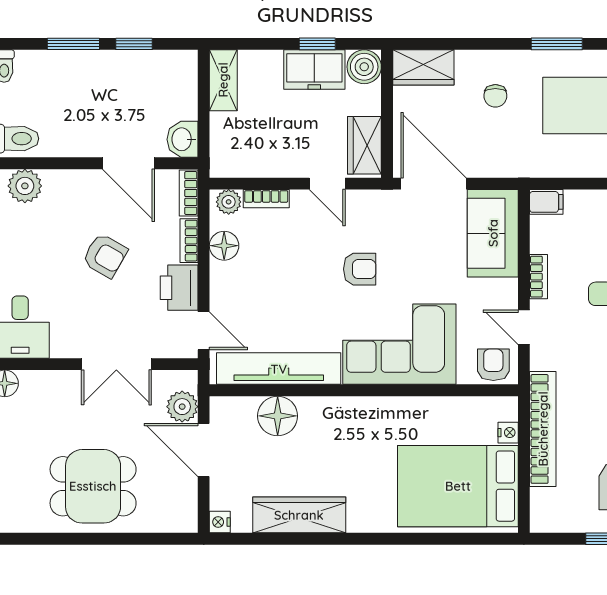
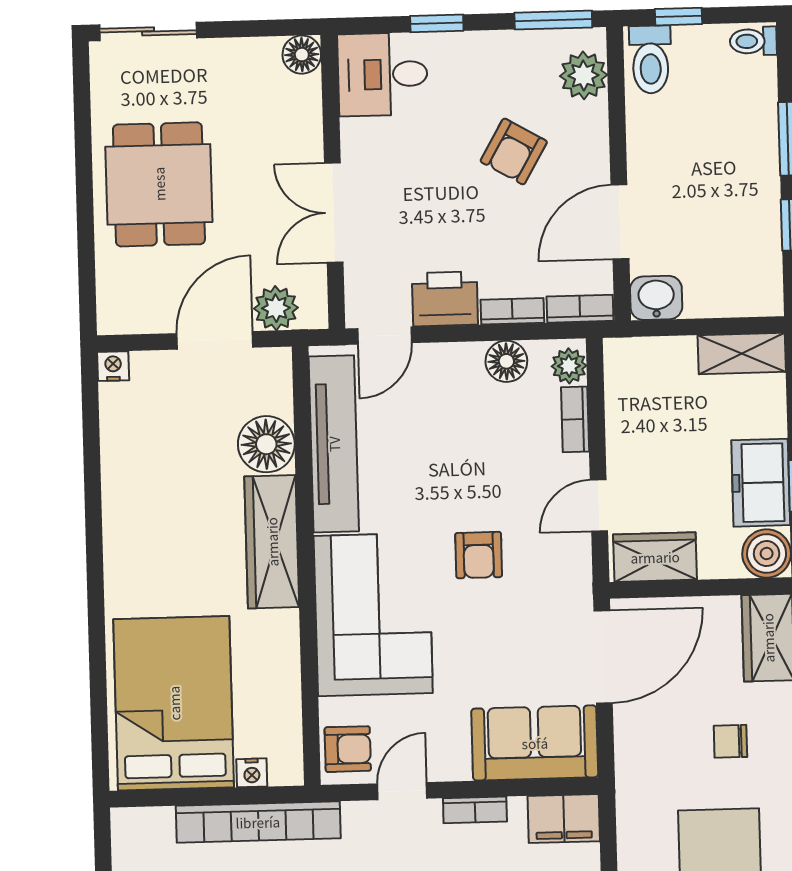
filing cabinet: (546, 202) -> (564, 819), width x2.00
armchair: (105, 256) -> (514, 151), moved
wardrobe: (299, 515) -> (272, 542), moved, turned 180

